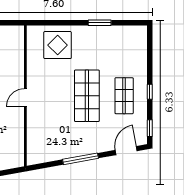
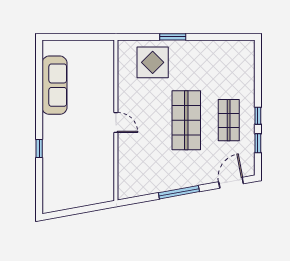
window: (100, 23) -> (173, 37), moved
door: (25, 98) -> (116, 122), swing flipped
window: (150, 128) -> (258, 143), moved

